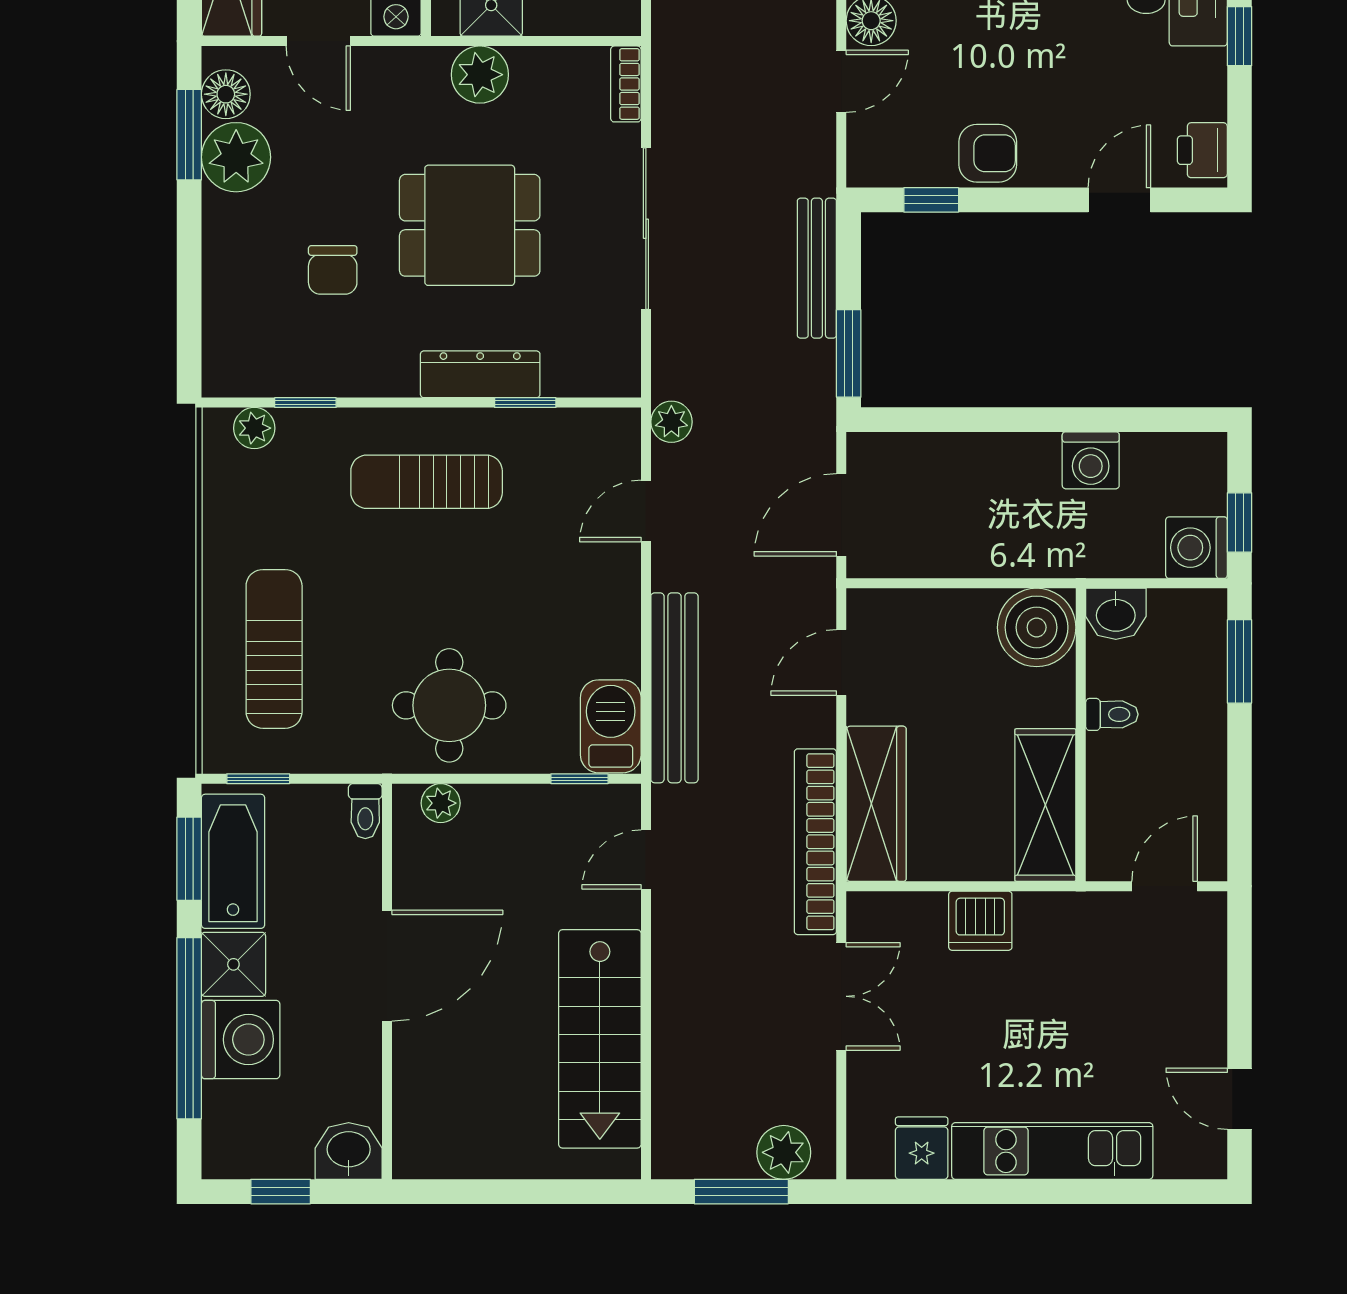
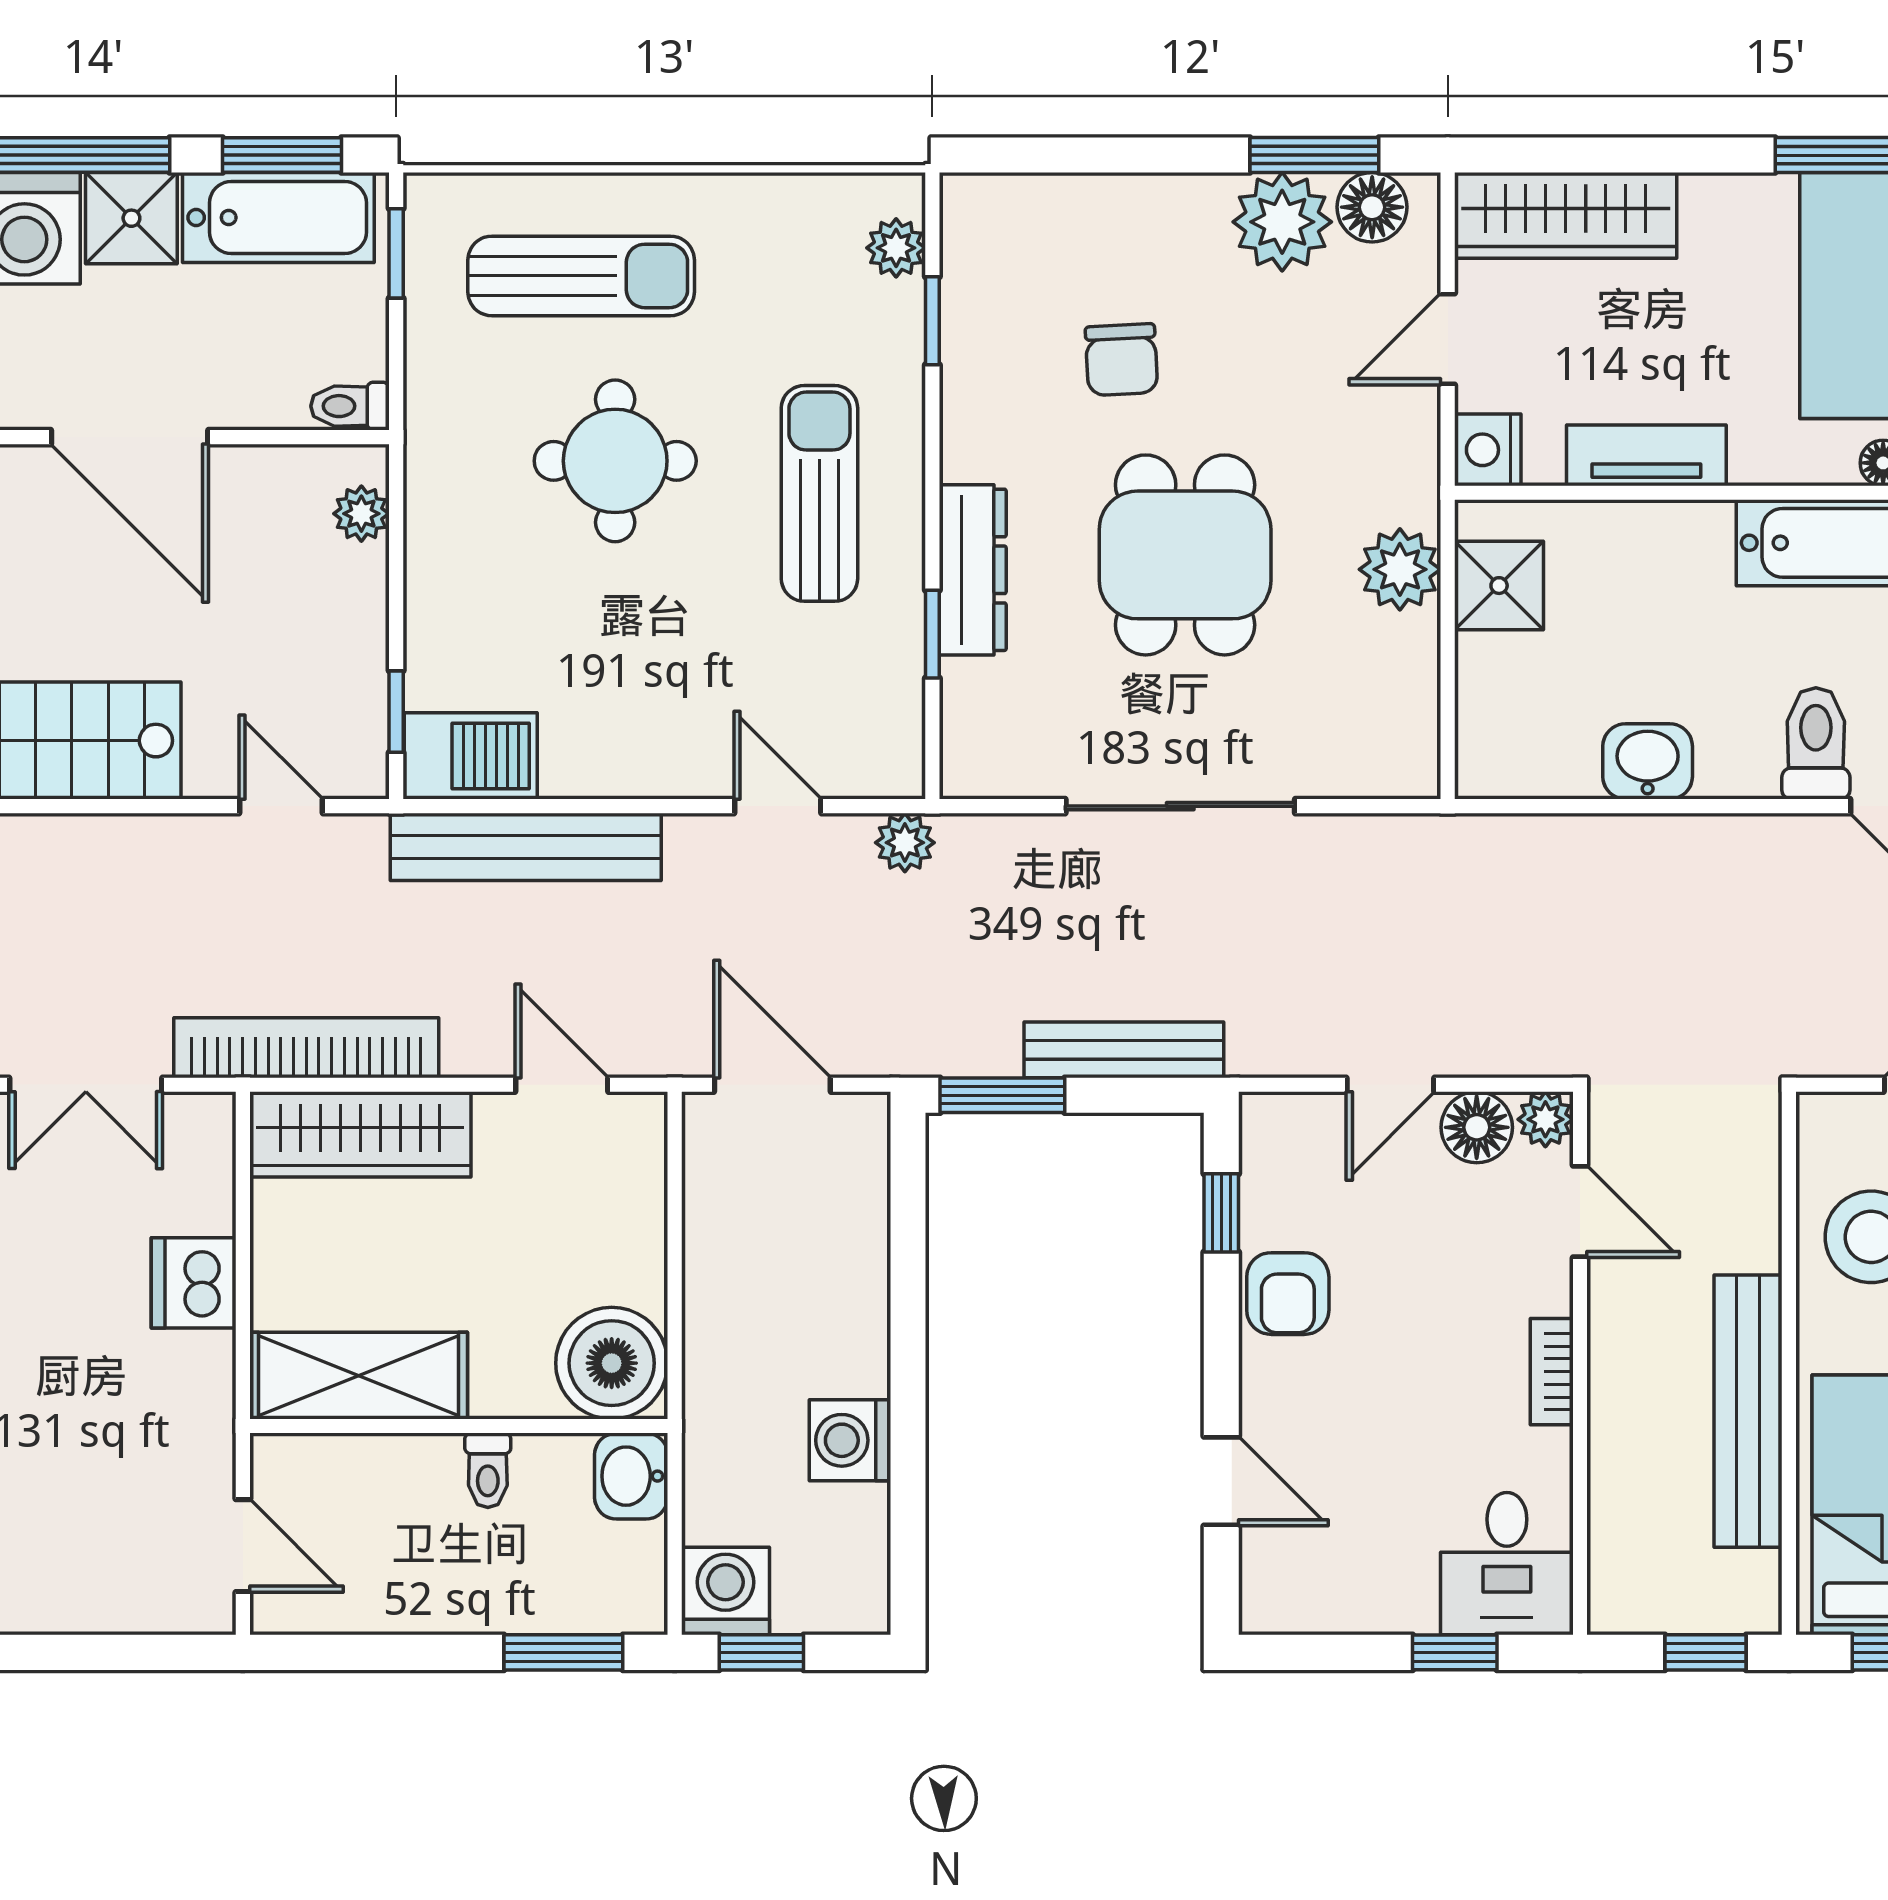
door: (841, 81) -> (1390, 1085), hinge flipped
bookcase: (626, 84) -> (1387, 778), removed
printer: (1202, 150) -> (1292, 1599), removed
chair: (333, 270) -> (1122, 360), turned -93
round table: (449, 705) -> (615, 461), moved

